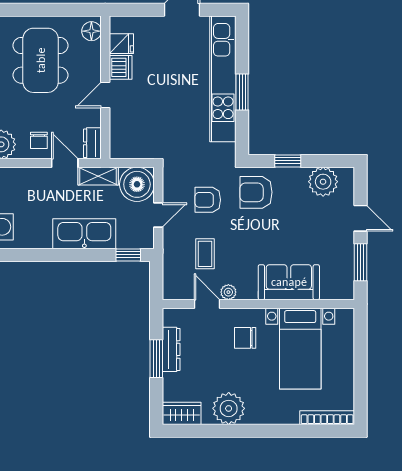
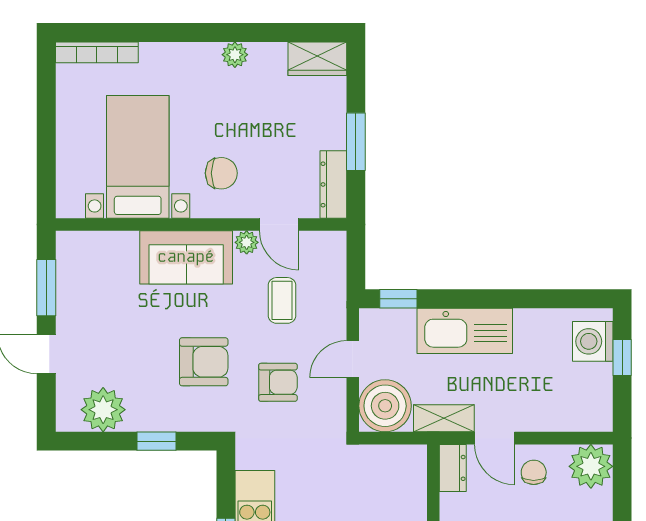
armchair: (256, 192) -> (204, 362), moved
sofa: (289, 282) -> (186, 257), moved
dresser: (171, 349) -> (333, 184), moved
plant: (229, 408) -> (235, 55), width x0.53, depth x0.53

